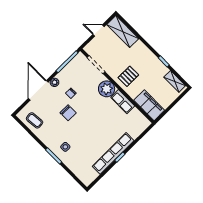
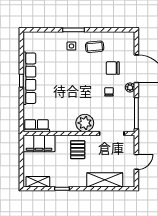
shelving: (123, 32) -> (105, 180), moved
row of seats: (123, 102) -> (37, 126), moved
chair: (68, 113) -> (113, 68), moved
coffee table: (35, 120) -> (95, 47), moved

